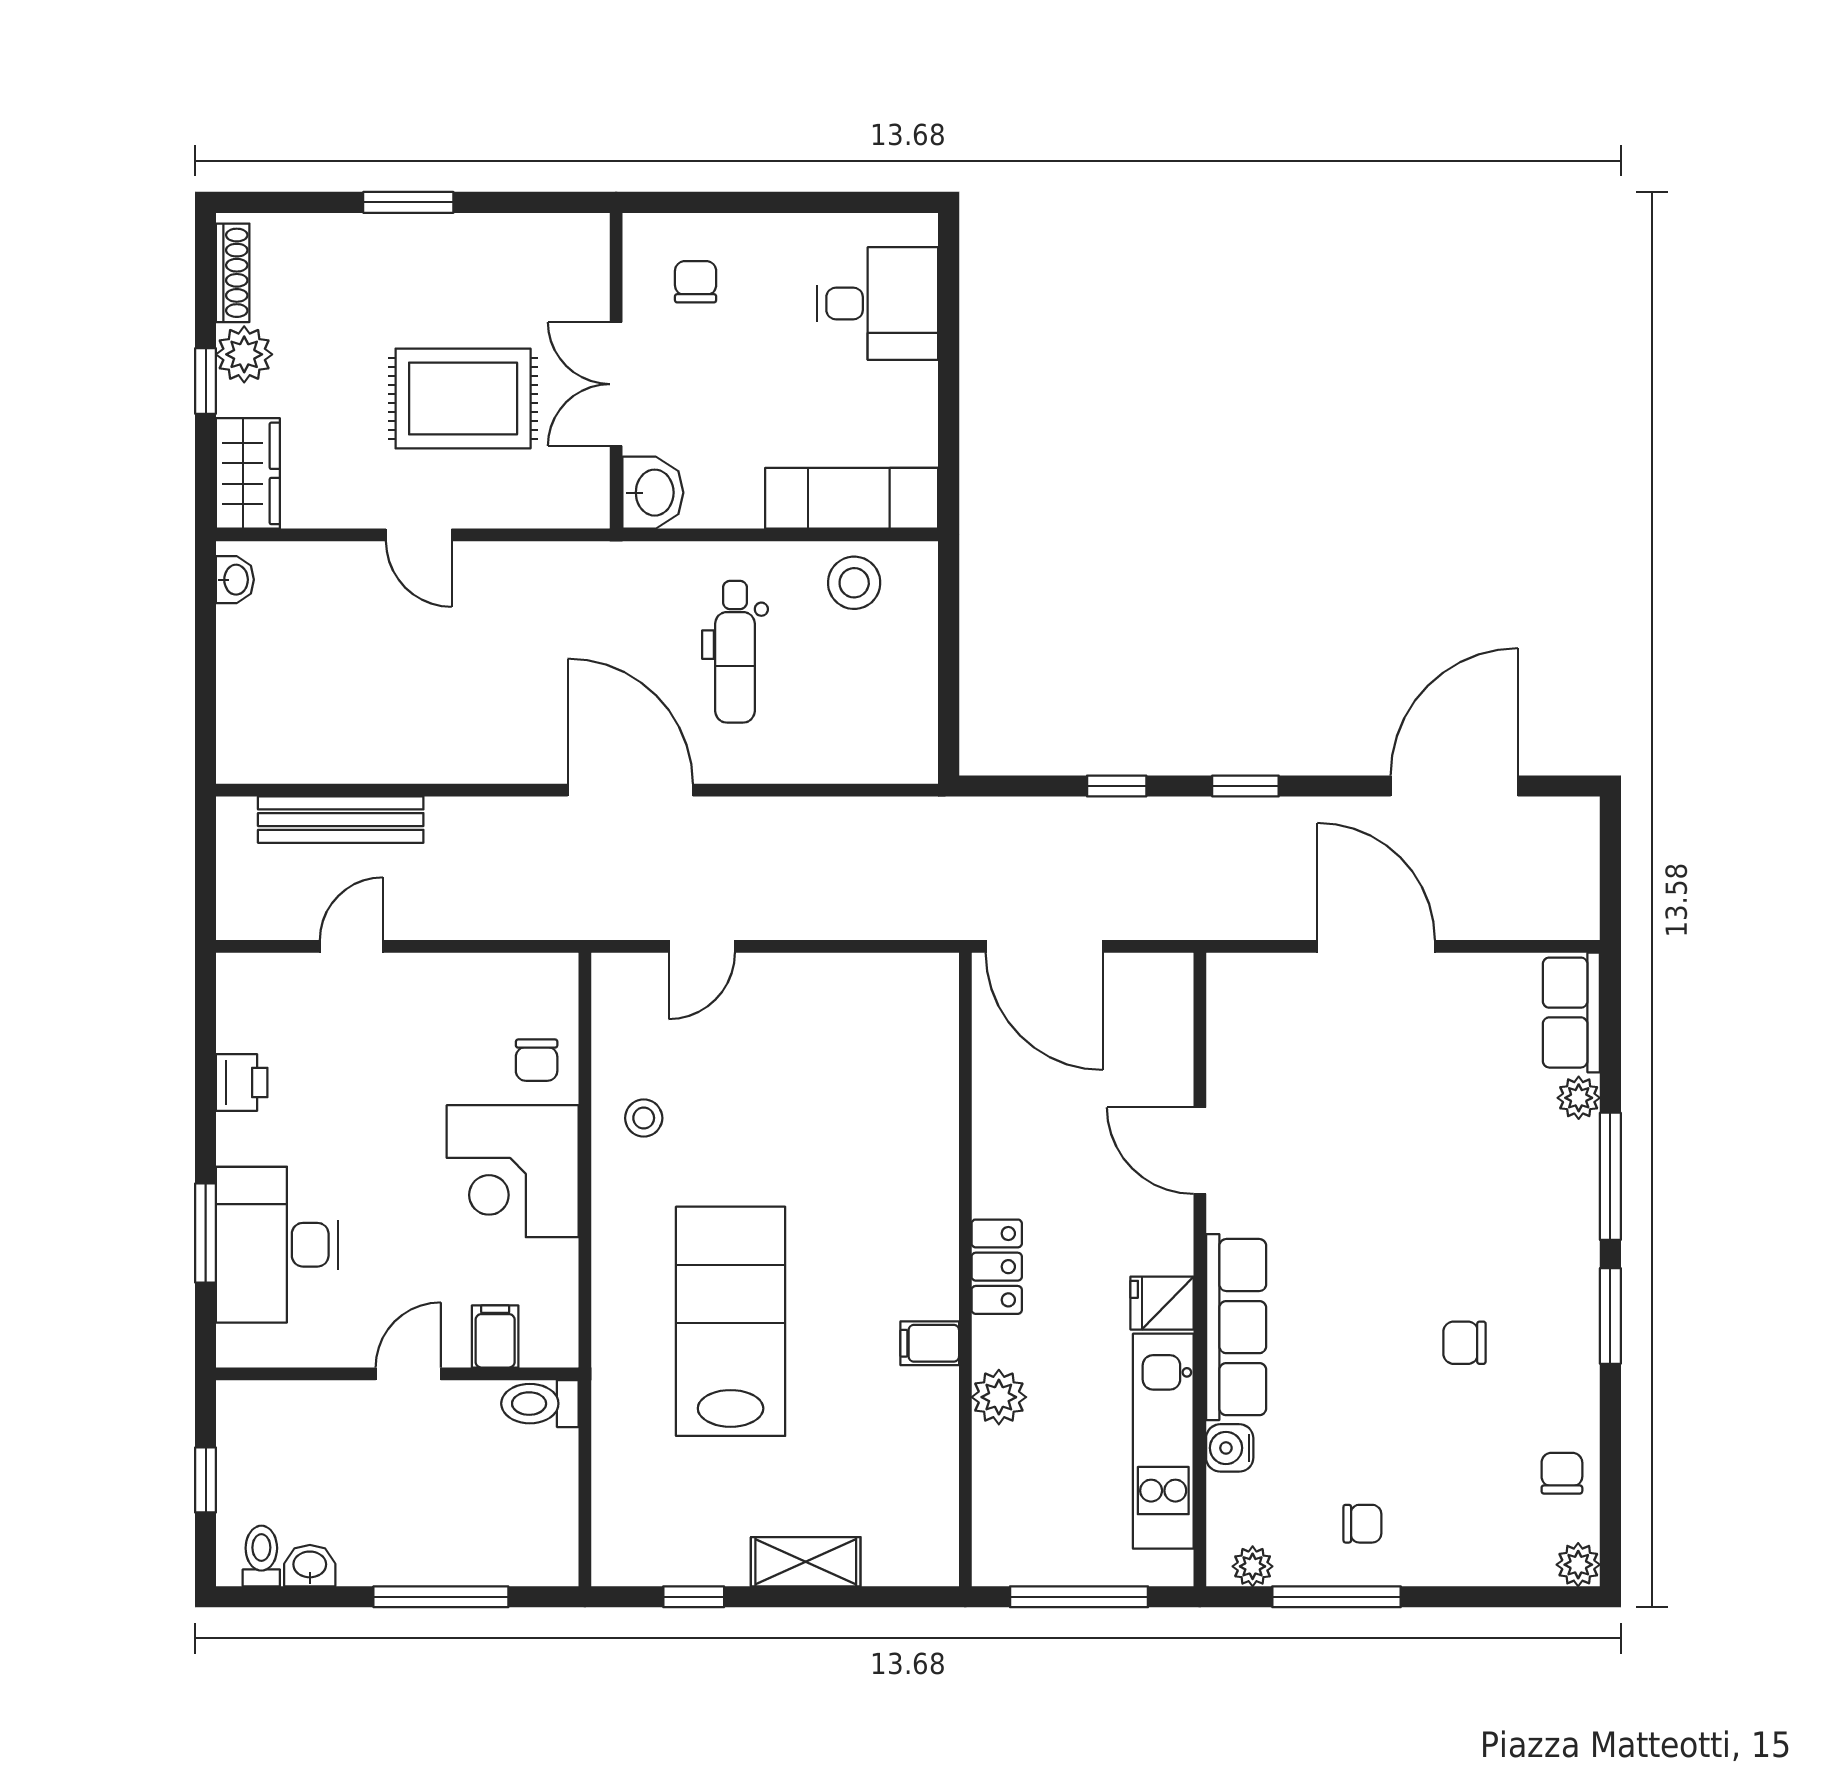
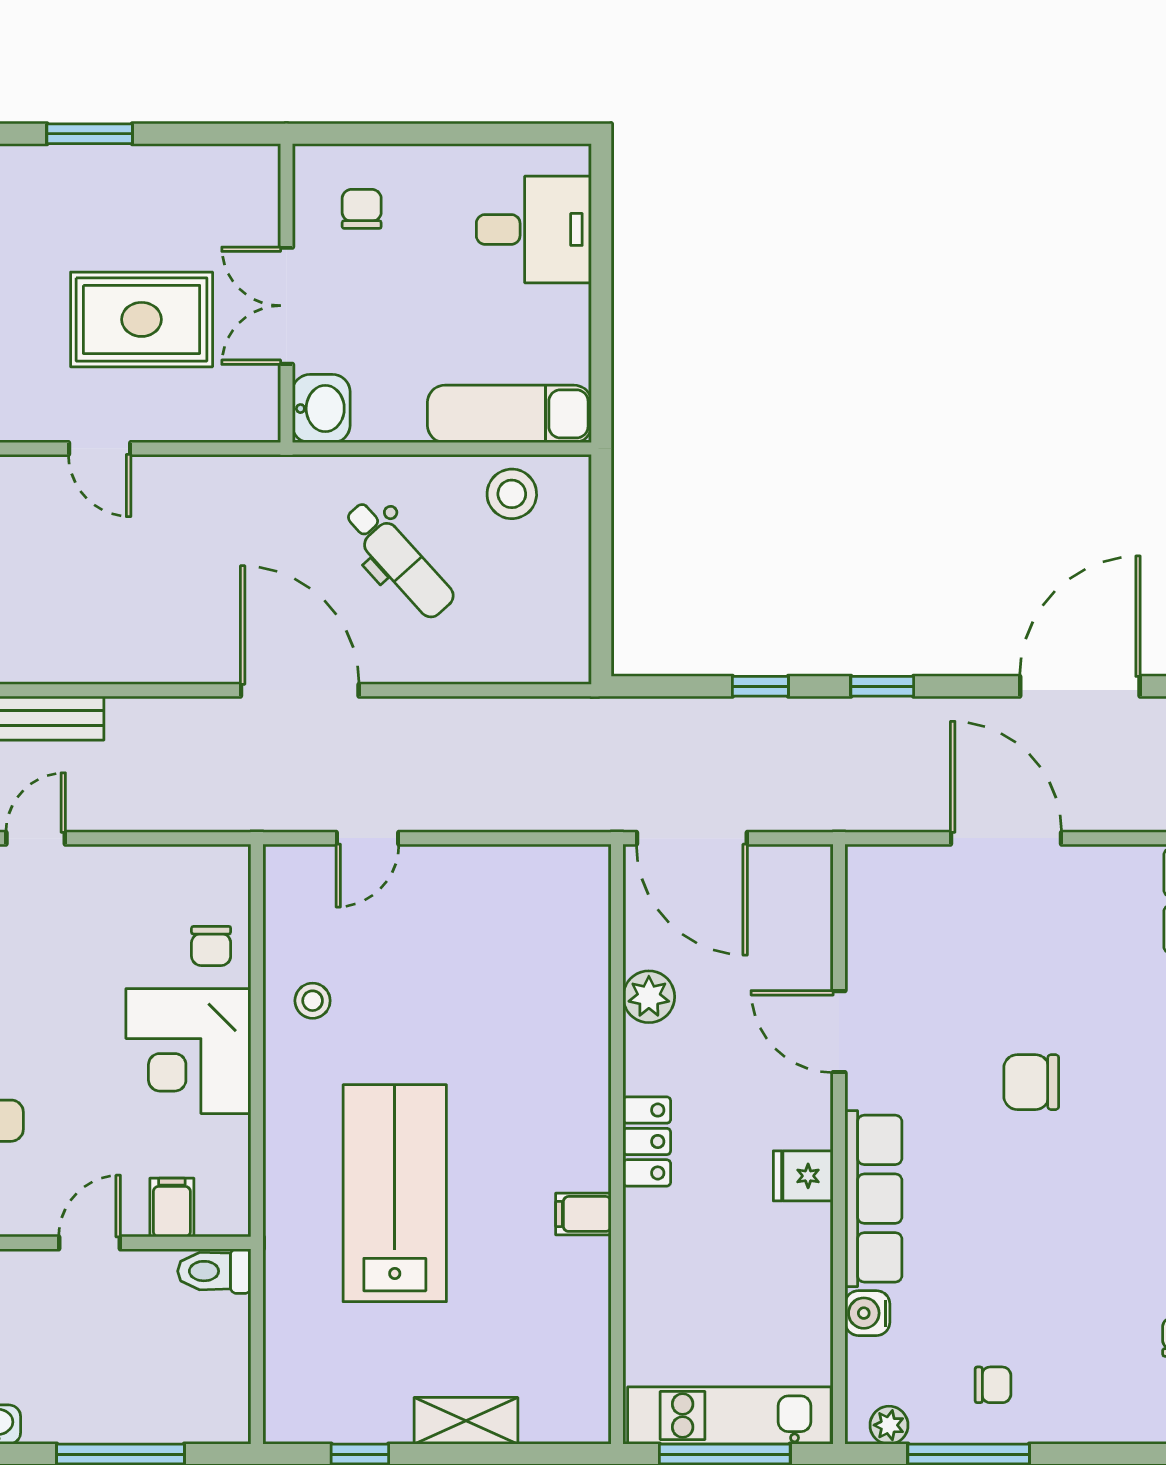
dental chair: (735, 652) -> (399, 559), turned -42
chair: (1465, 1343) -> (1031, 1082), moved, width x1.37, depth x1.37
plant: (999, 1397) -> (649, 997), moved
kitchen unit: (1163, 1441) -> (729, 1415), moved, turned 90

